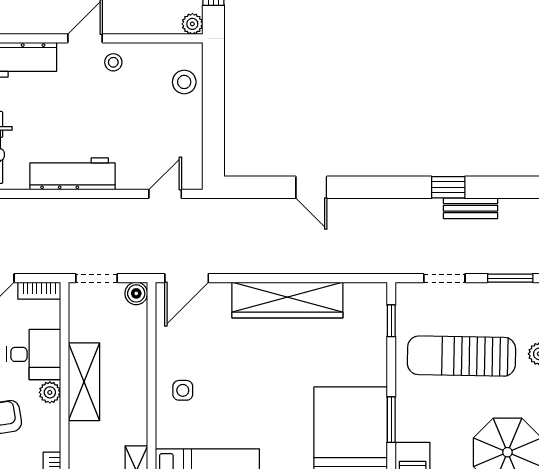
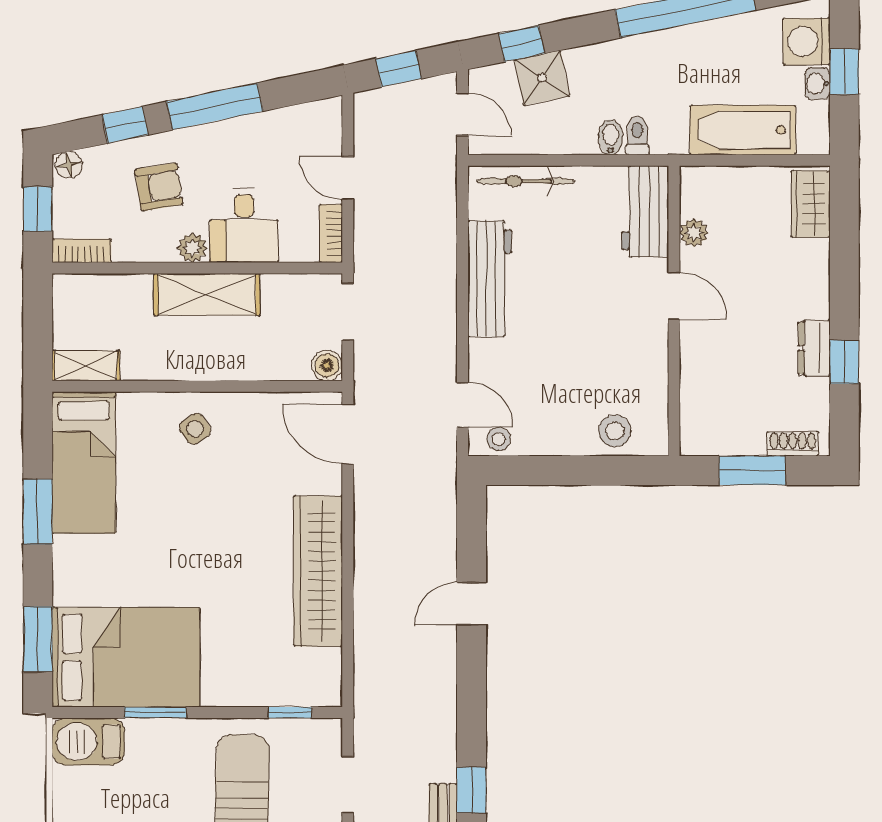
plant: (192, 24) -> (694, 233), moved
stool: (113, 62) -> (499, 439), moved
side table: (183, 390) -> (195, 429), turned -35

